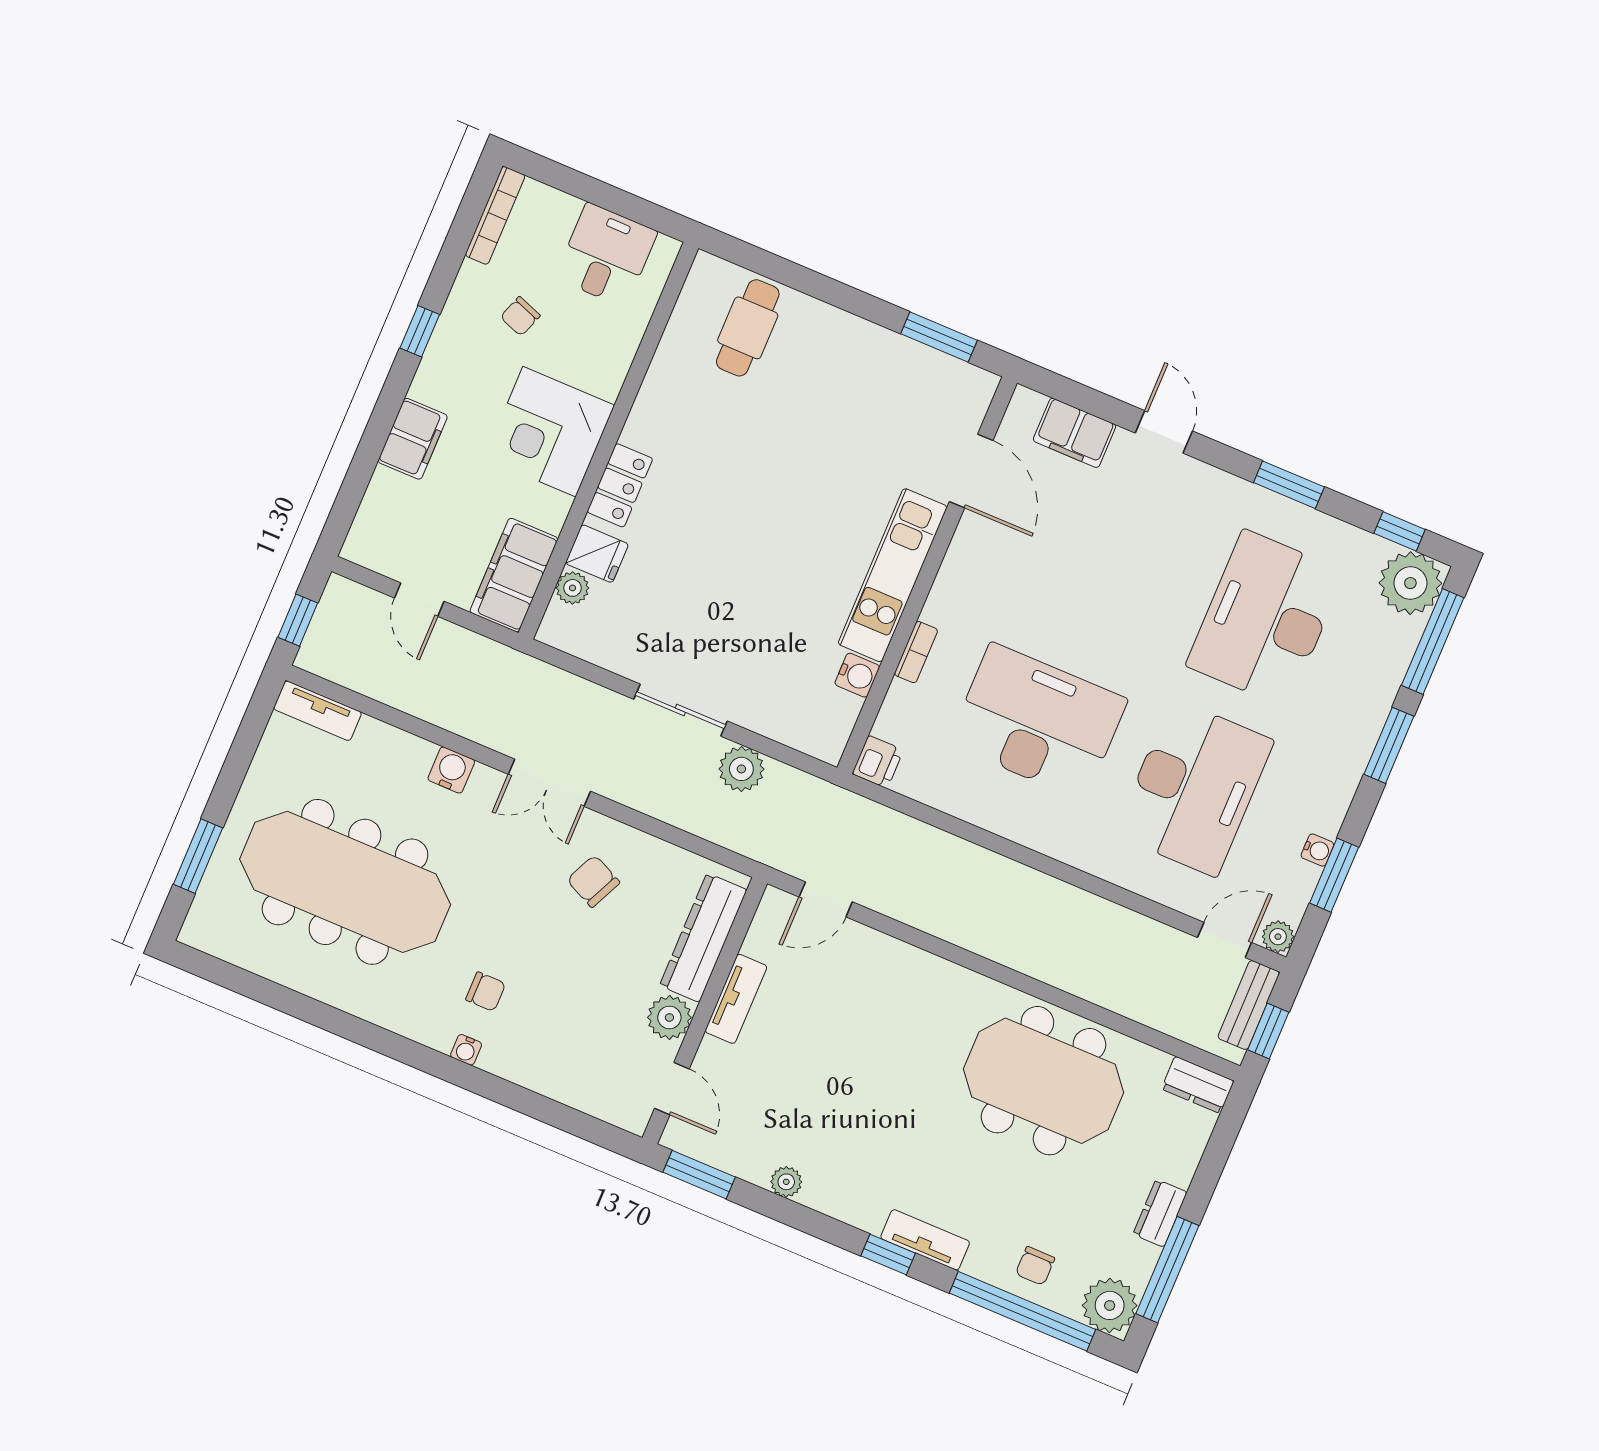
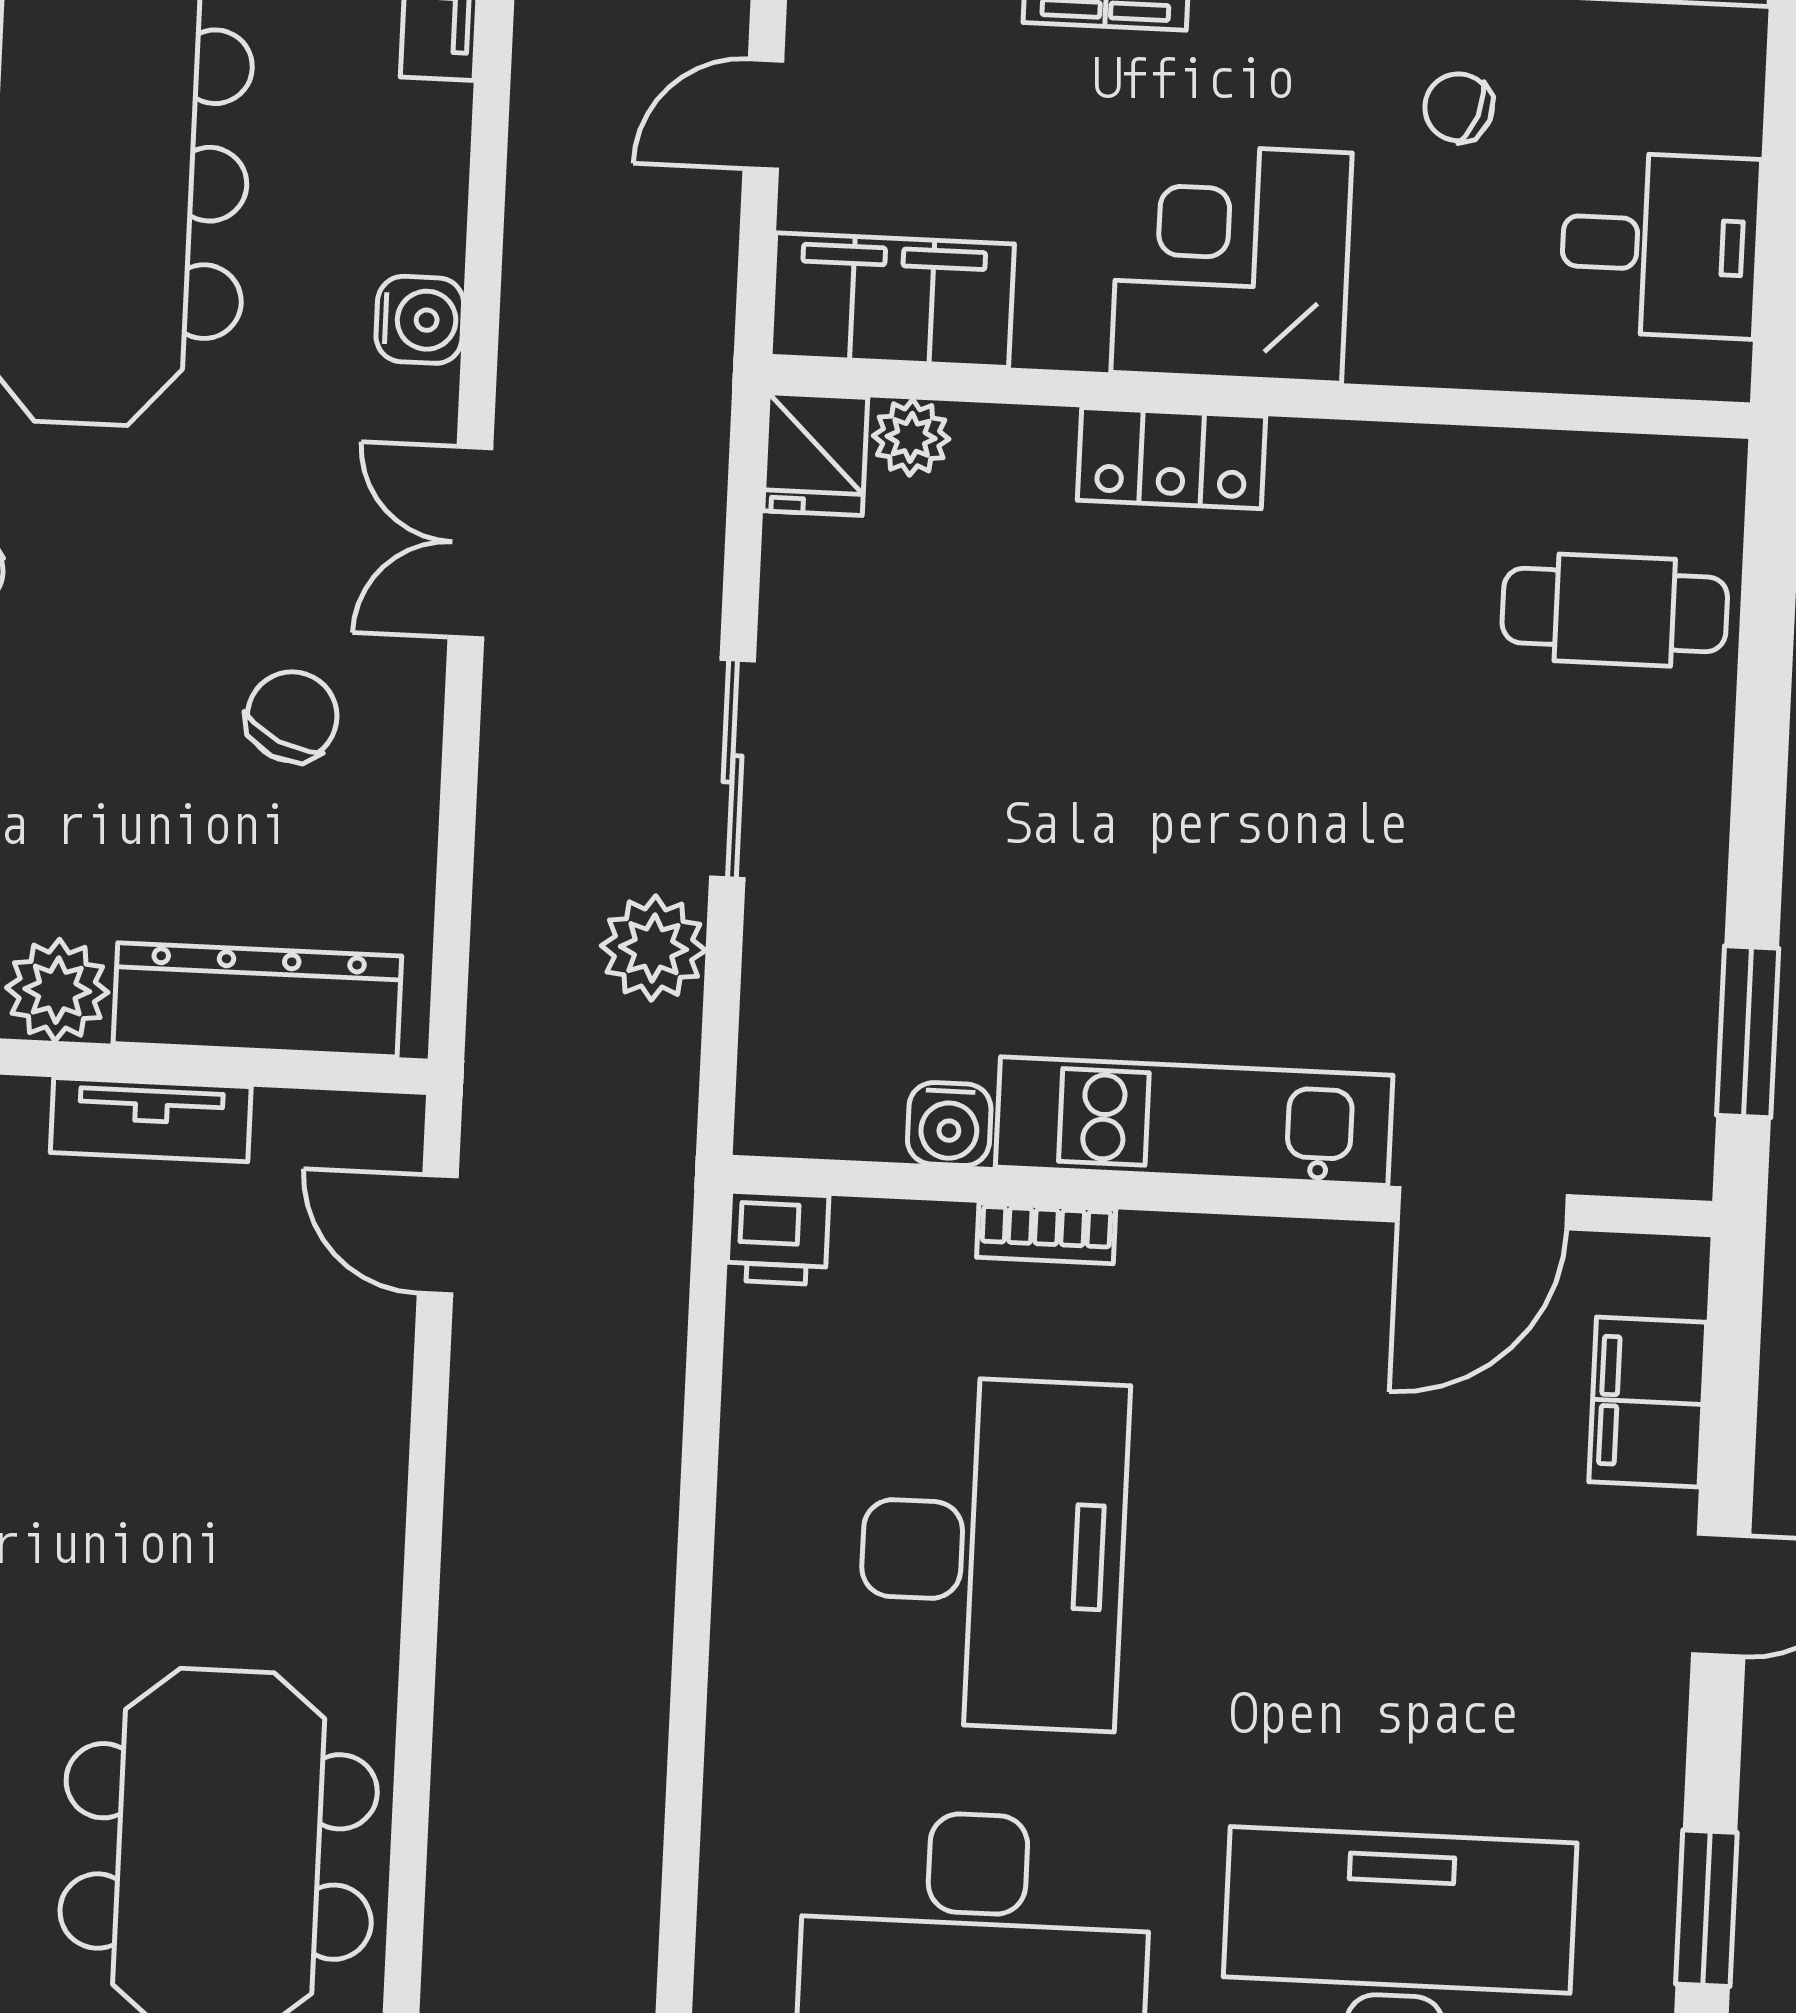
fridge: (597, 554) -> (815, 454), moved

